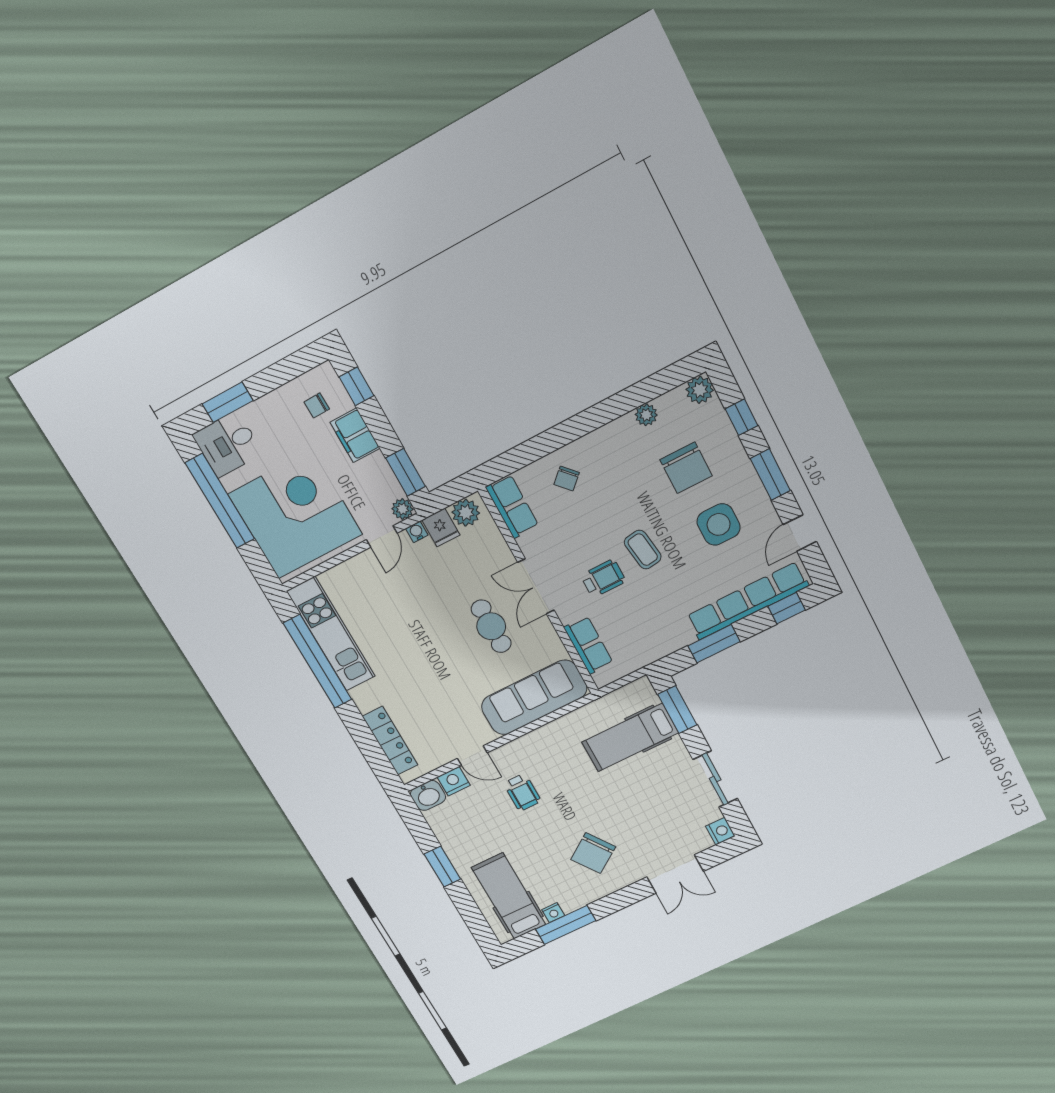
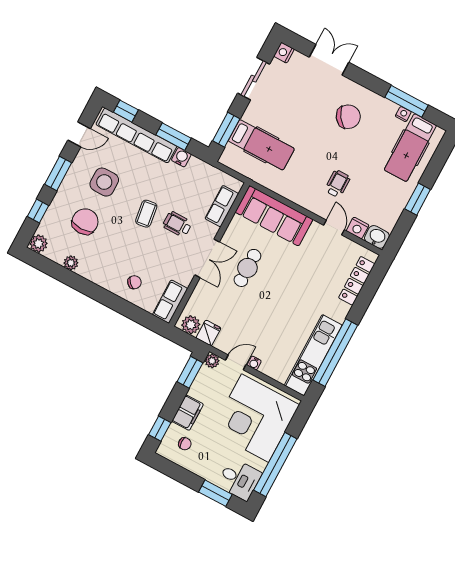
water cooler: (417, 532) -> (254, 363), moved
water cooler: (682, 637) -> (181, 157), added

